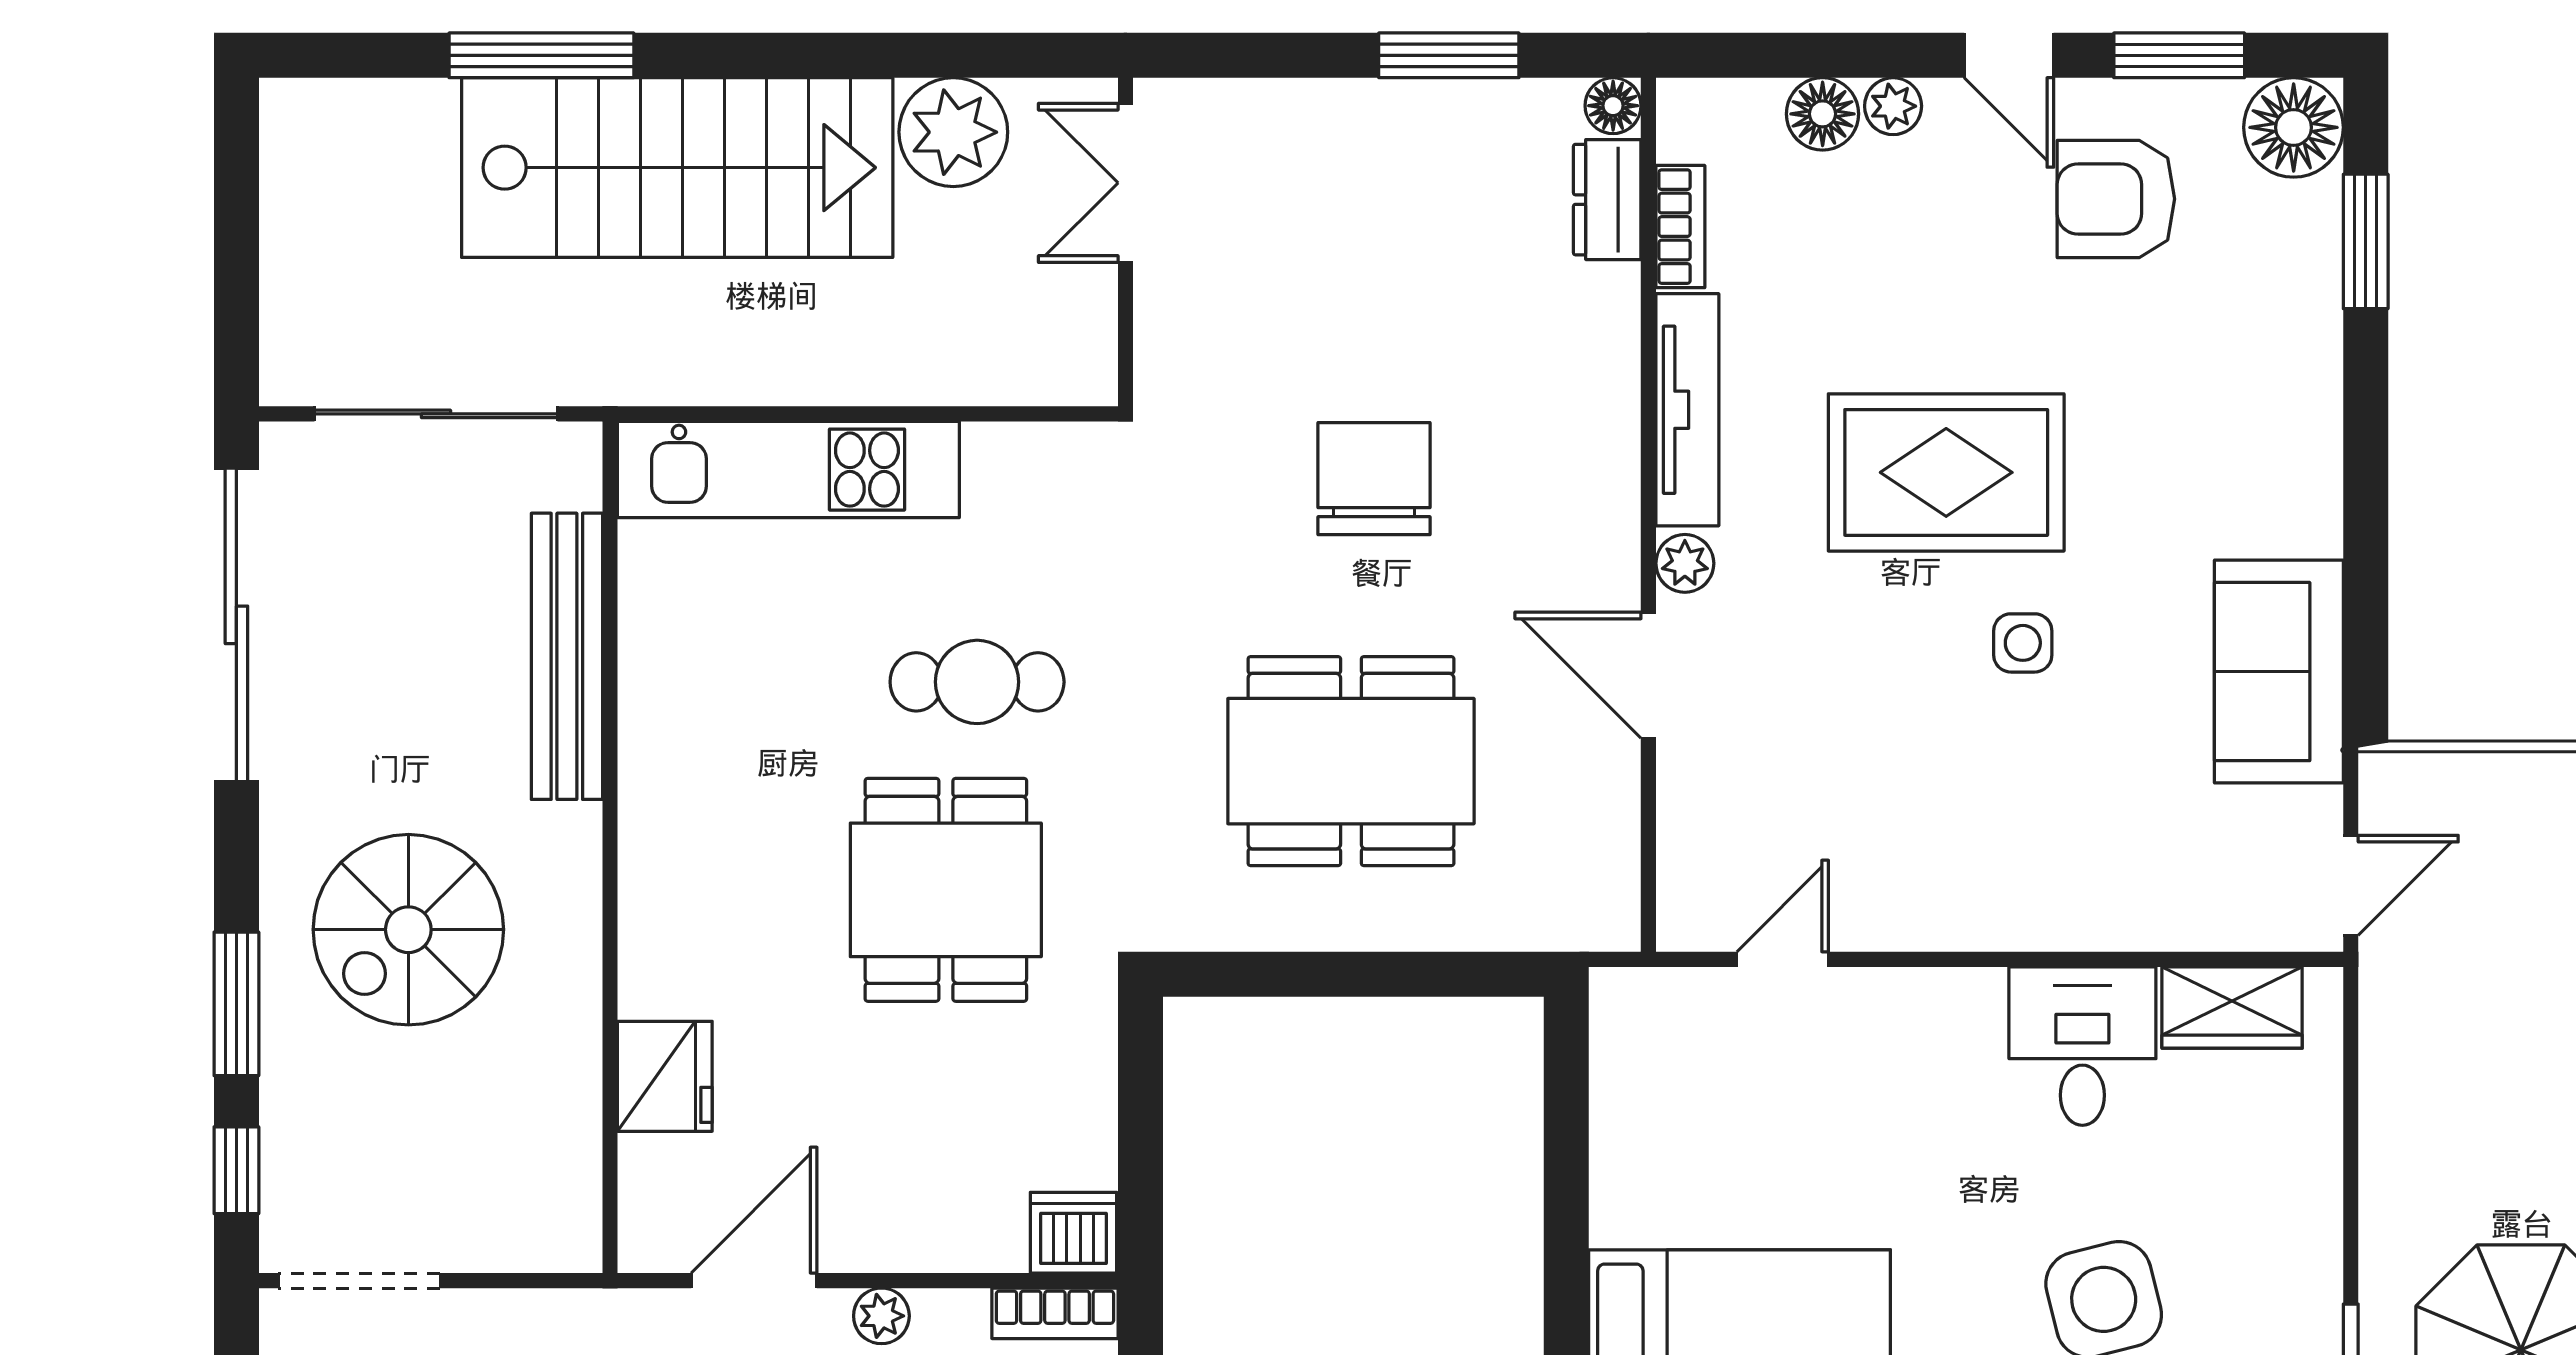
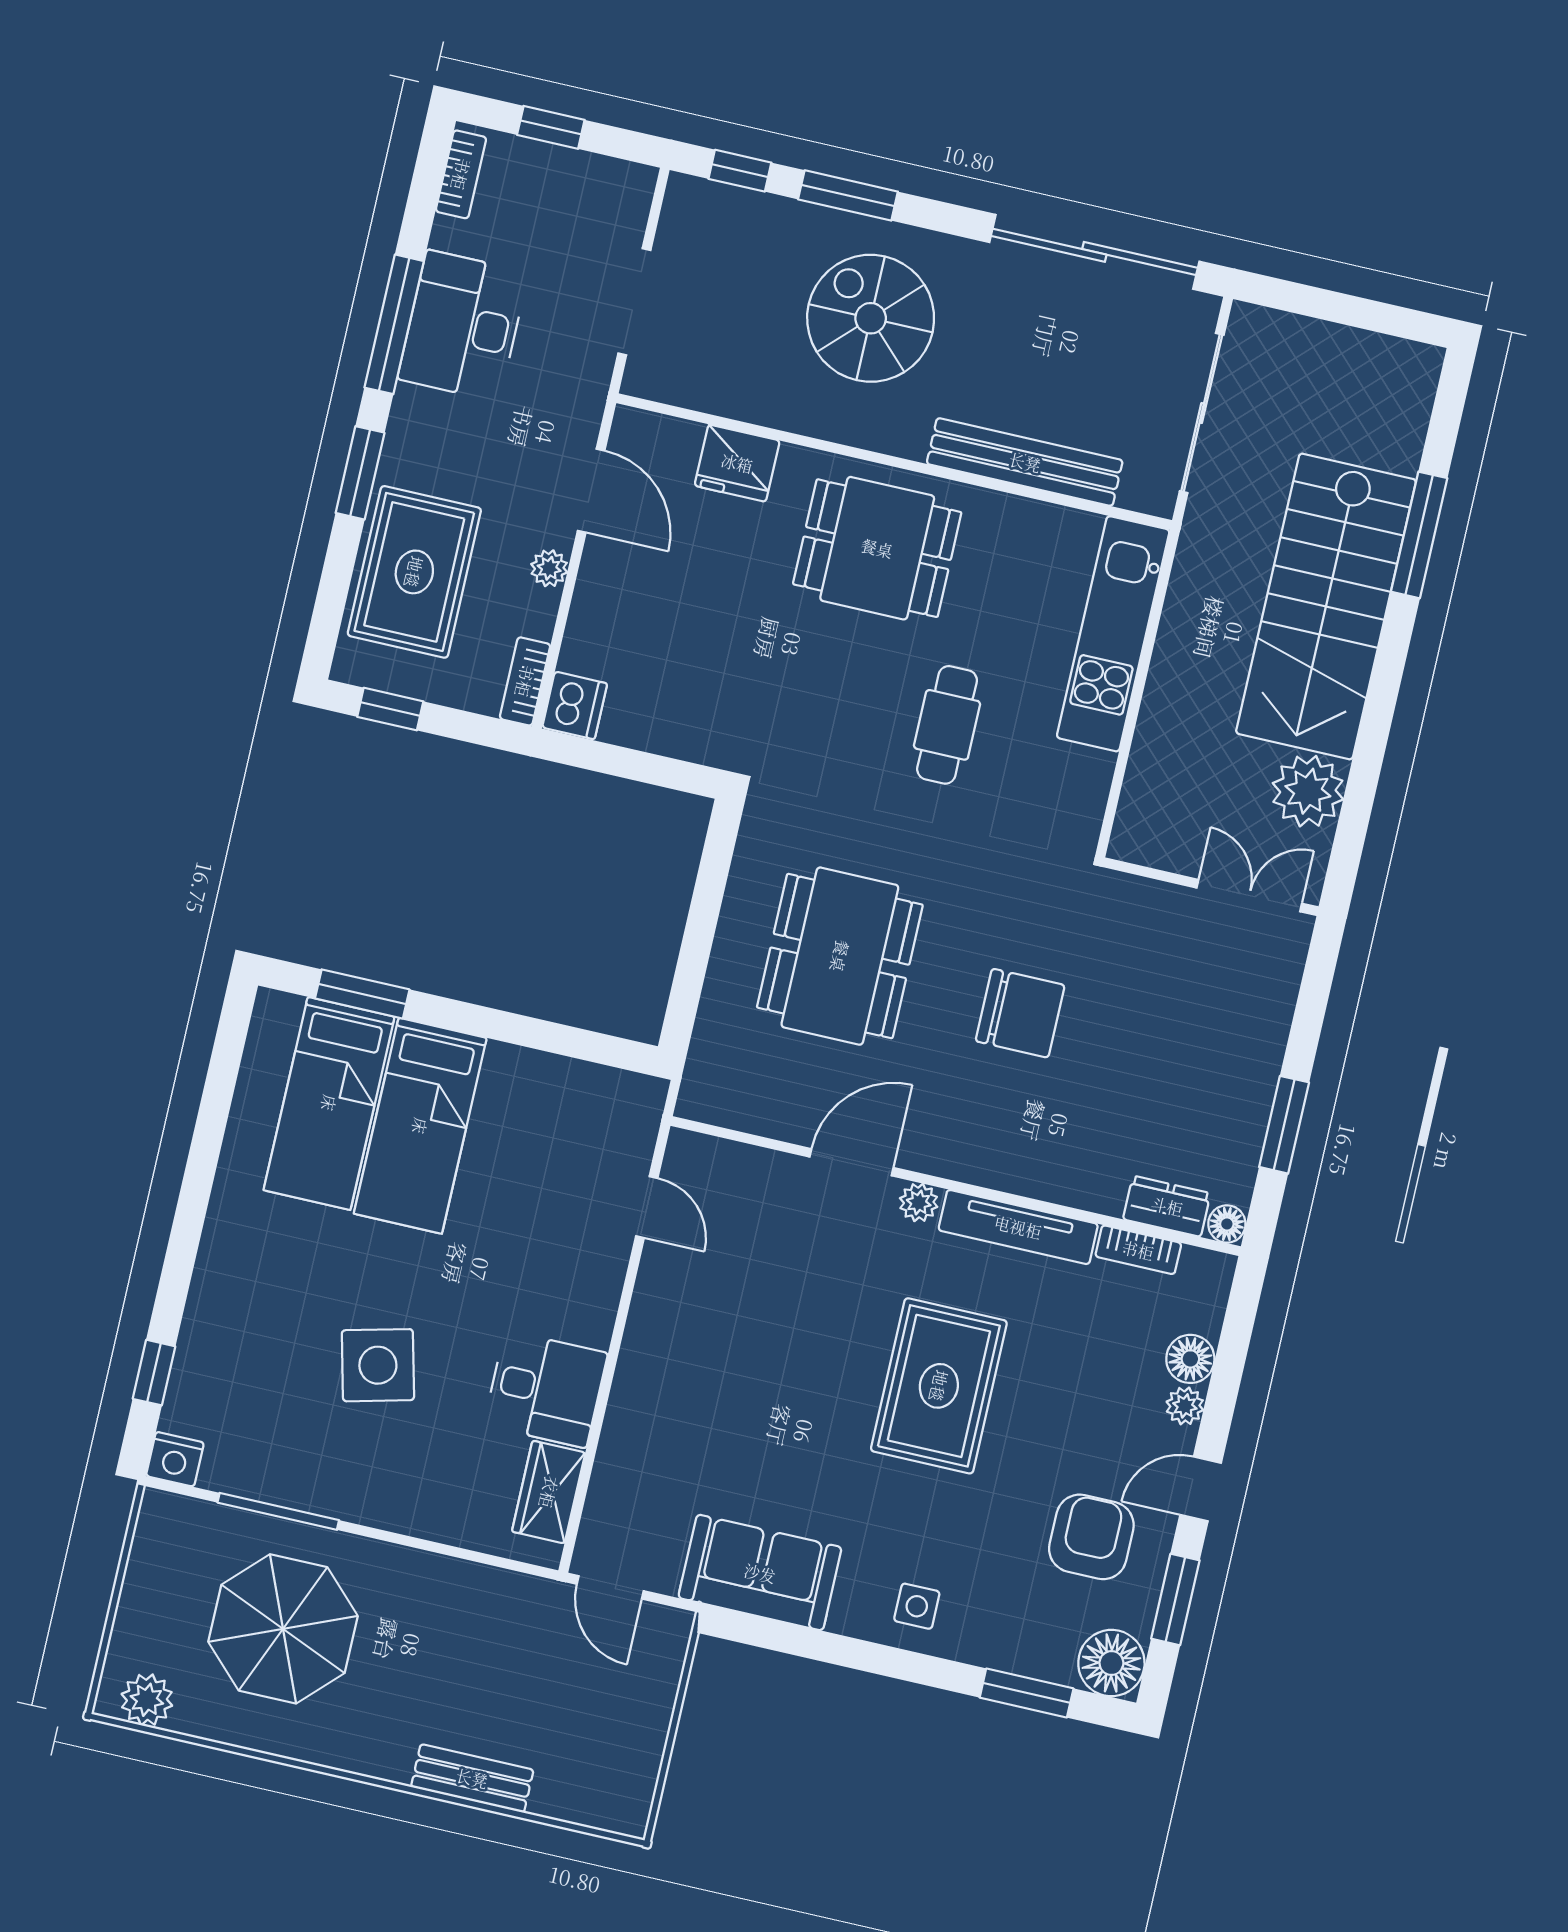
side table: (2023, 643) -> (917, 1606), moved
dining table: (946, 890) -> (877, 548), moved
doorway: (359, 1281) -> (634, 302), moved

